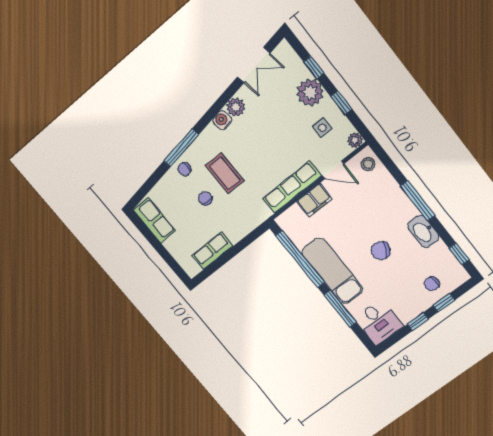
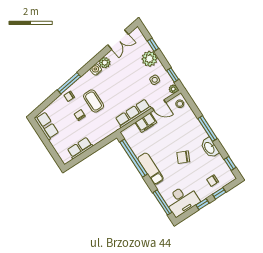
window: (341, 103) -> (173, 75), moved
exam couch: (332, 271) -> (151, 169), width x0.73, depth x0.69
window: (340, 309) -> (162, 202), moved
desk: (379, 322) -> (182, 200), width x1.37

